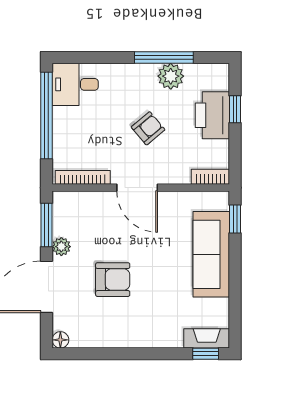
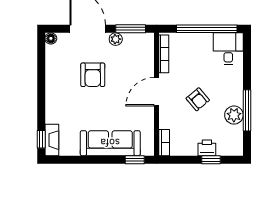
printer: (212, 115) -> (207, 148), width x0.53, depth x0.68

